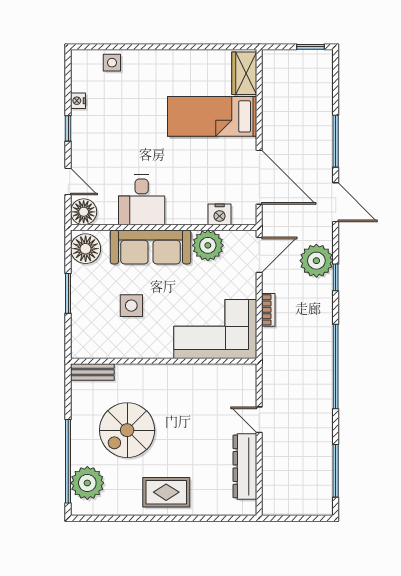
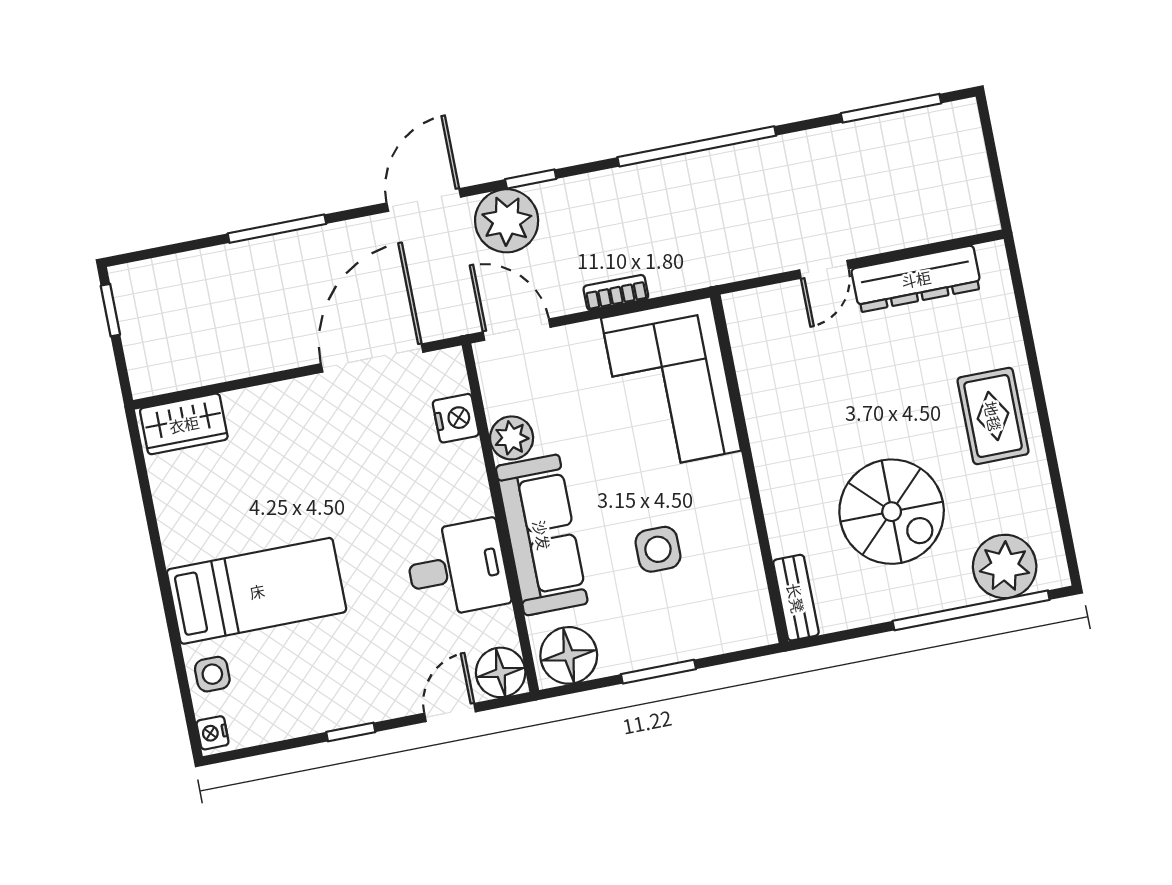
nightstand: (78, 101) -> (213, 733), moved, turned 90
bed: (212, 116) -> (257, 591), moved, turned -90
door: (336, 202) -> (424, 200), moved
plant: (208, 245) -> (512, 438), width x0.73, depth x0.73

